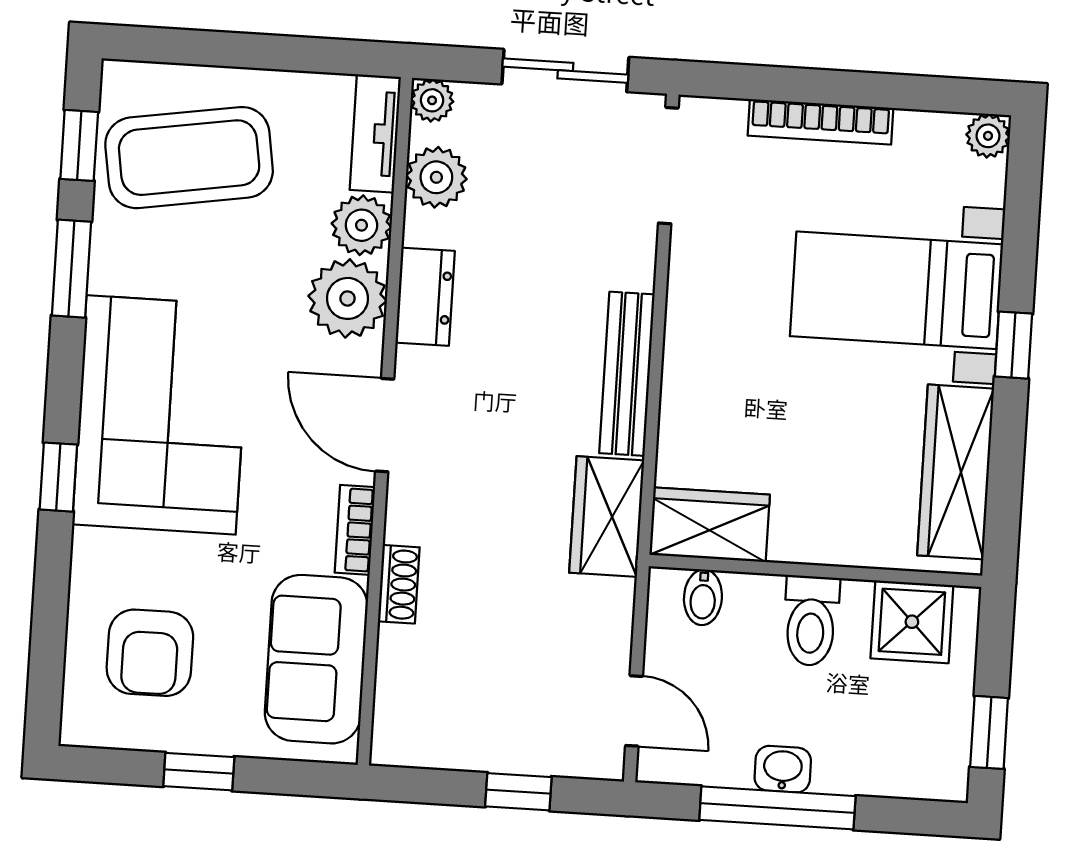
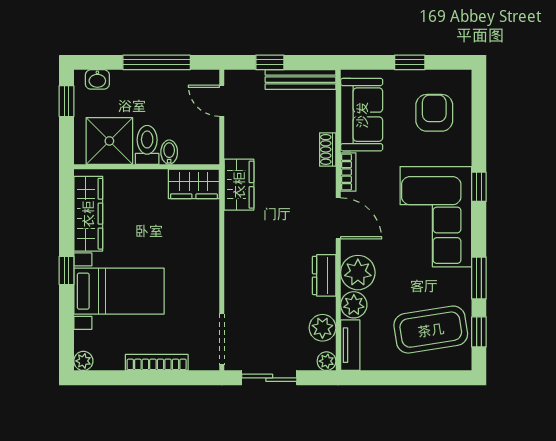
bench: (627, 374) -> (300, 80), moved, turned 90
bidet: (703, 597) -> (169, 152), moved
shower: (912, 622) -> (109, 141), width x1.36, depth x1.36
washbasin: (783, 769) -> (97, 79), moved

